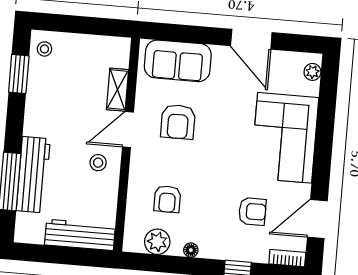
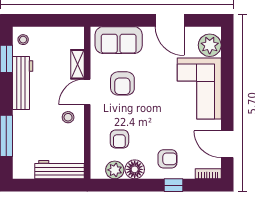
plant: (312, 72) -> (210, 45), width x1.87, depth x1.87
workbench: (33, 175) -> (23, 83), moved
armchair: (252, 211) -> (167, 159), moved
door: (317, 219) -> (227, 144), hinge flipped
floor lamp: (191, 250) -> (135, 169), width x1.89, depth x1.89

